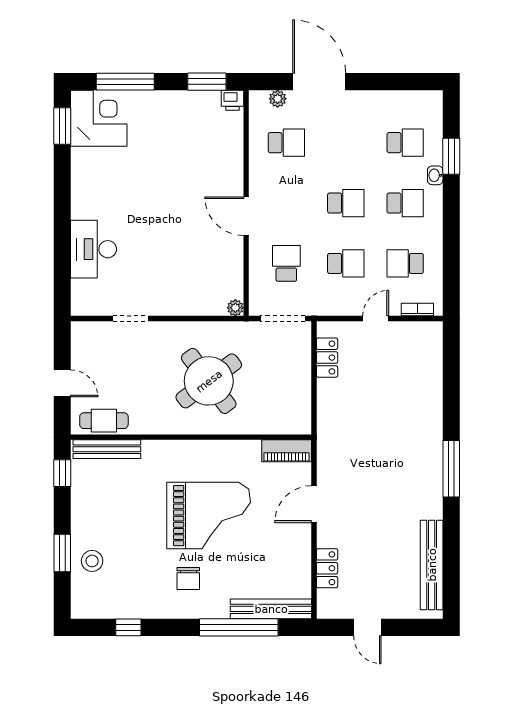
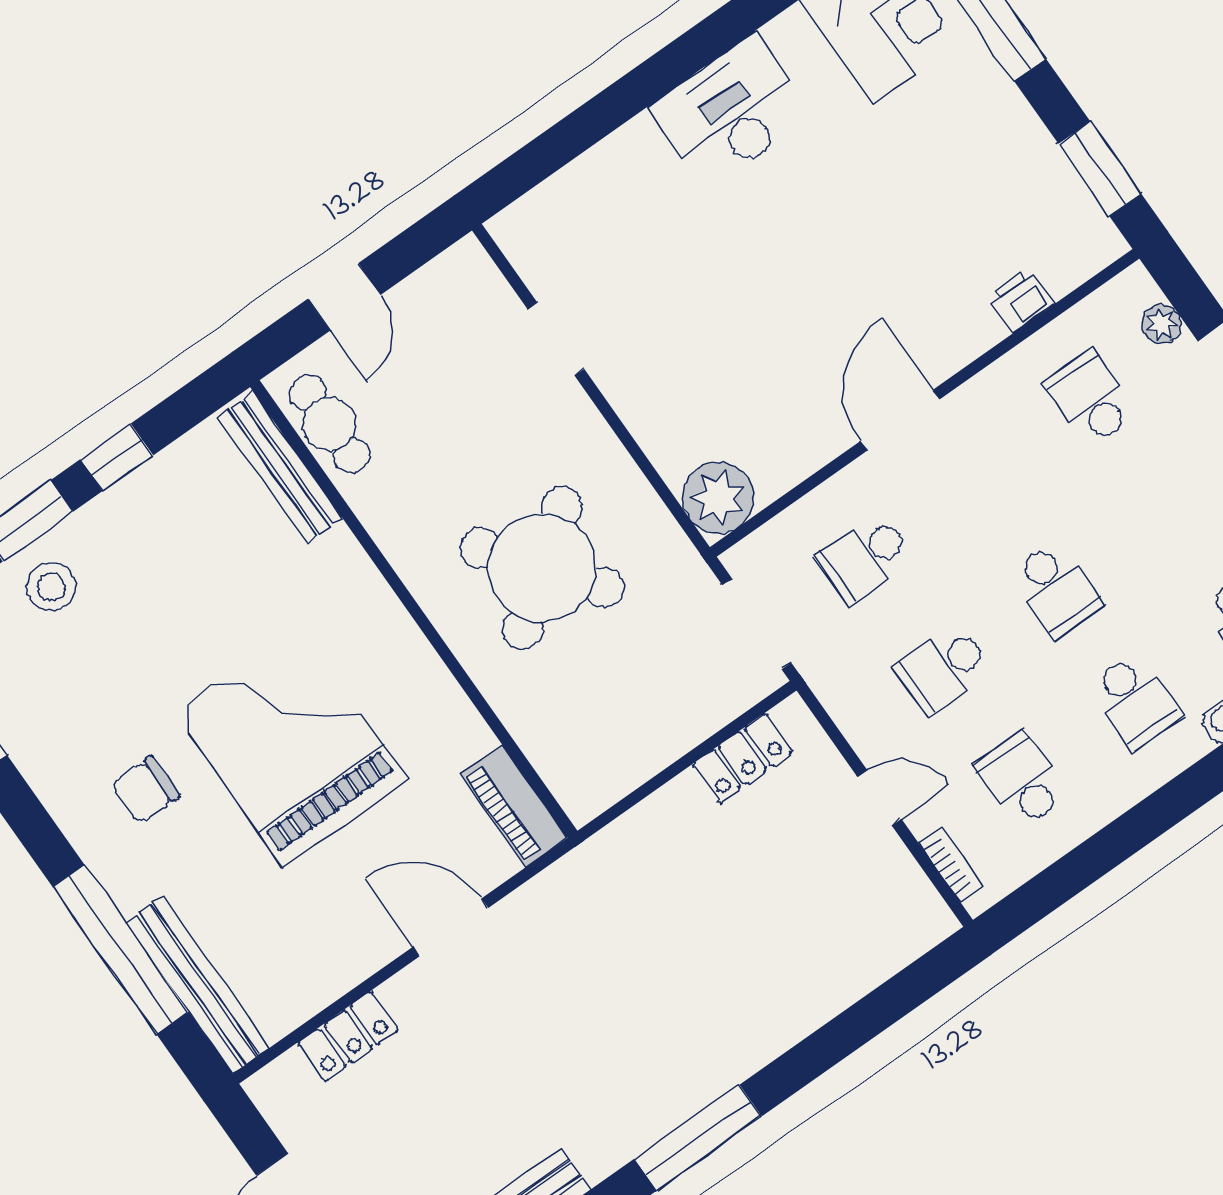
printer: (233, 100) -> (1020, 300), moved, turned 90
school desk: (286, 143) -> (1091, 398), turned 180
desk: (94, 249) -> (731, 112), moved
school desk: (286, 263) -> (865, 558), turned 180
school desk: (346, 263) -> (943, 669), turned 90
plant: (235, 308) -> (718, 498), width x1.87, depth x1.87
window: (62, 473) -> (117, 457), moved
grand piano: (209, 516) -> (290, 745), turned 180

